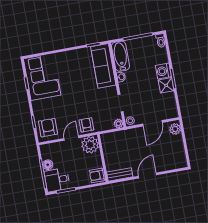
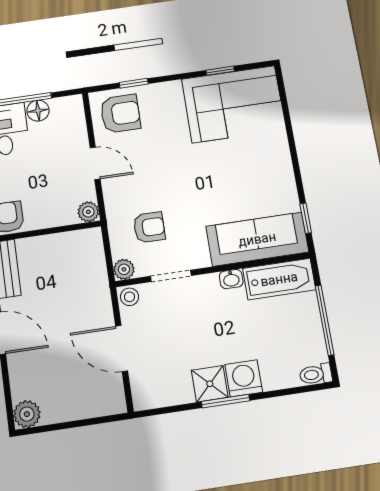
armchair: (86, 125) -> (149, 227), moved
plant: (175, 129) -> (27, 414), moved
plant: (90, 145) -> (88, 212), width x0.53, depth x0.53

